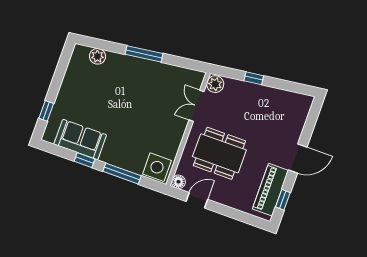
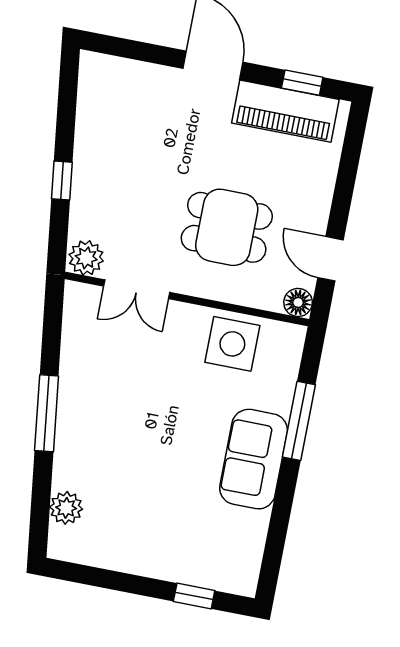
sofa: (80, 140) -> (254, 459), moved
dining table: (219, 153) -> (227, 227), width x0.73
window: (85, 160) -> (283, 502), removed
side table: (157, 167) -> (232, 344), moved

